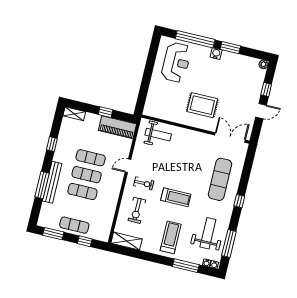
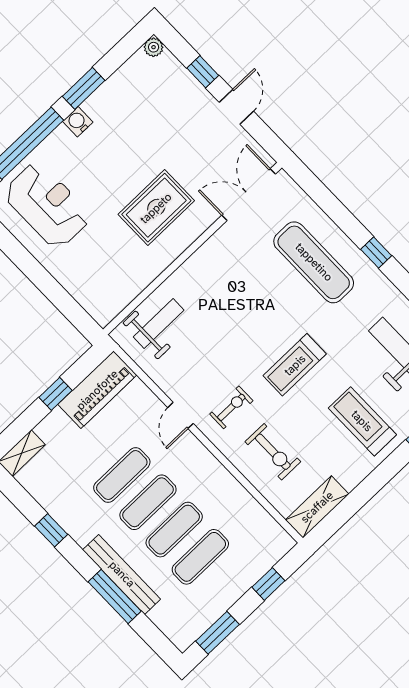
treadmill: (176, 197) -> (295, 365), turned 180
exercise mat: (74, 225) -> (200, 557), moved

